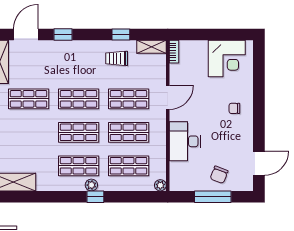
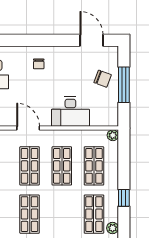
shop shelf: (79, 132) -> (62, 214), removed
plant: (91, 185) -> (113, 228), moved

